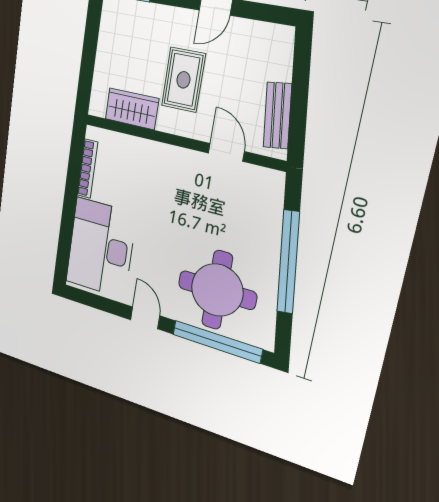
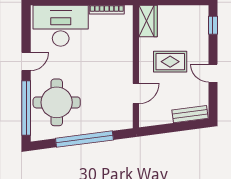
wardrobe: (132, 109) -> (148, 21), moved
bench: (277, 116) -> (190, 114), moved

